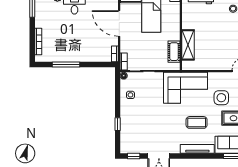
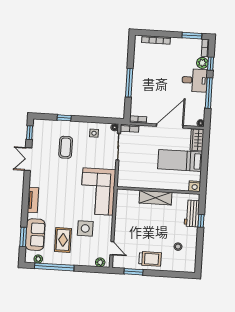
shelving: (188, 45) -> (155, 198), moved
cot: (174, 52) -> (137, 182), removed
window: (66, 65) -> (129, 83), moved
coffee table: (197, 122) -> (66, 147), moved
tv unit: (197, 149) -> (33, 200), width x0.71

